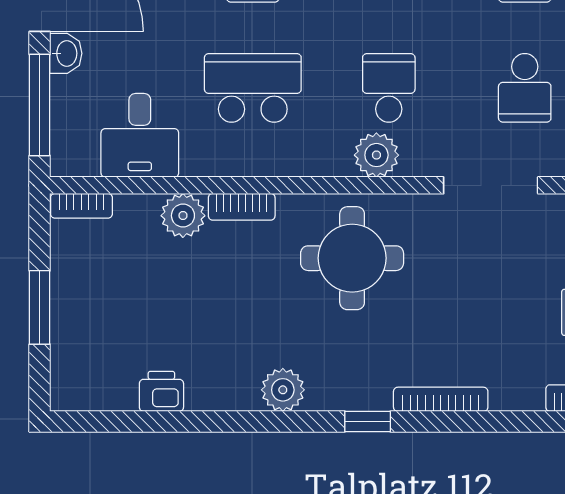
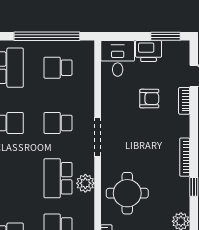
school desk: (389, 88) -> (58, 178), width x1.85
school desk: (525, 88) -> (58, 123), turned 180

